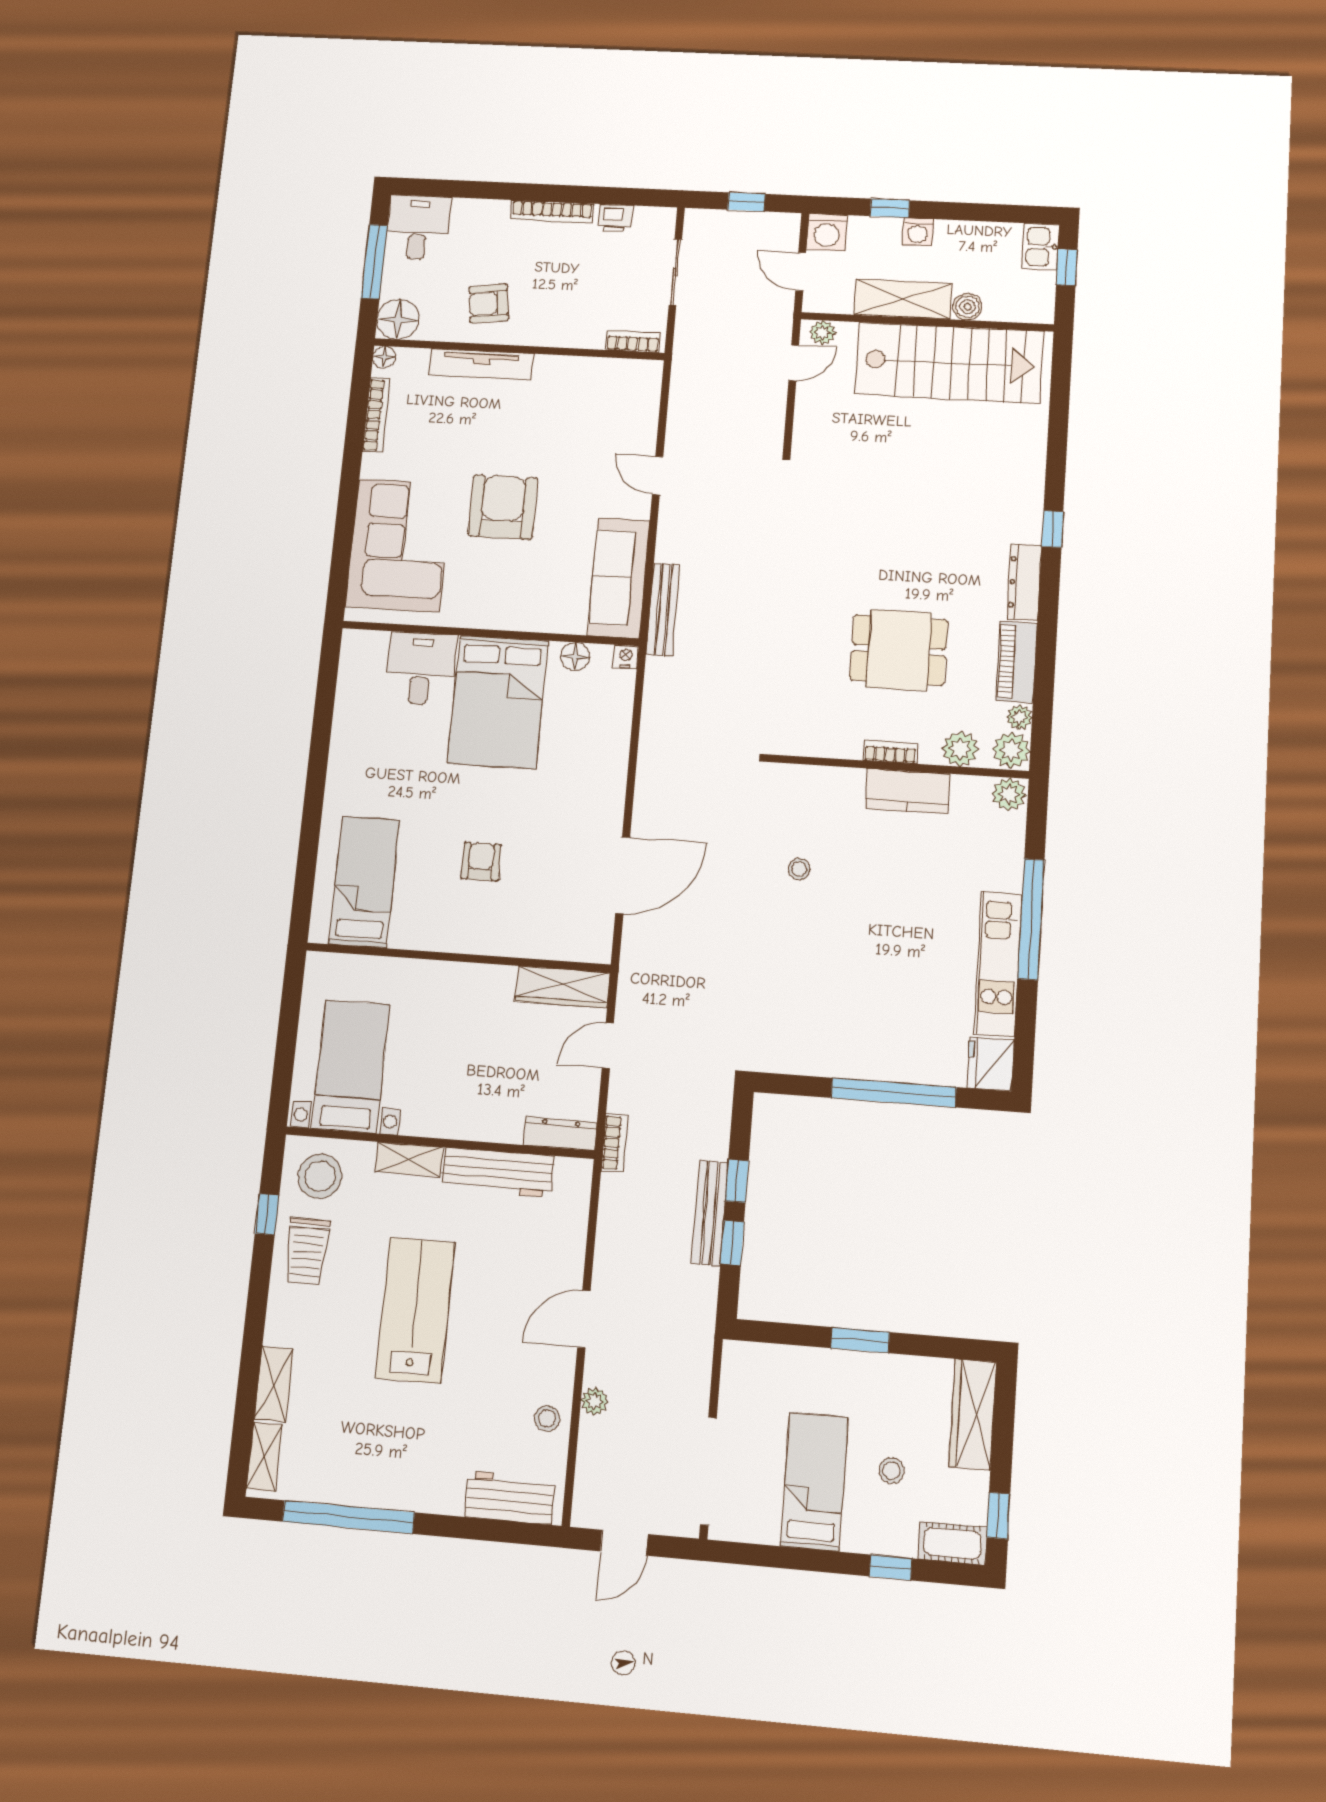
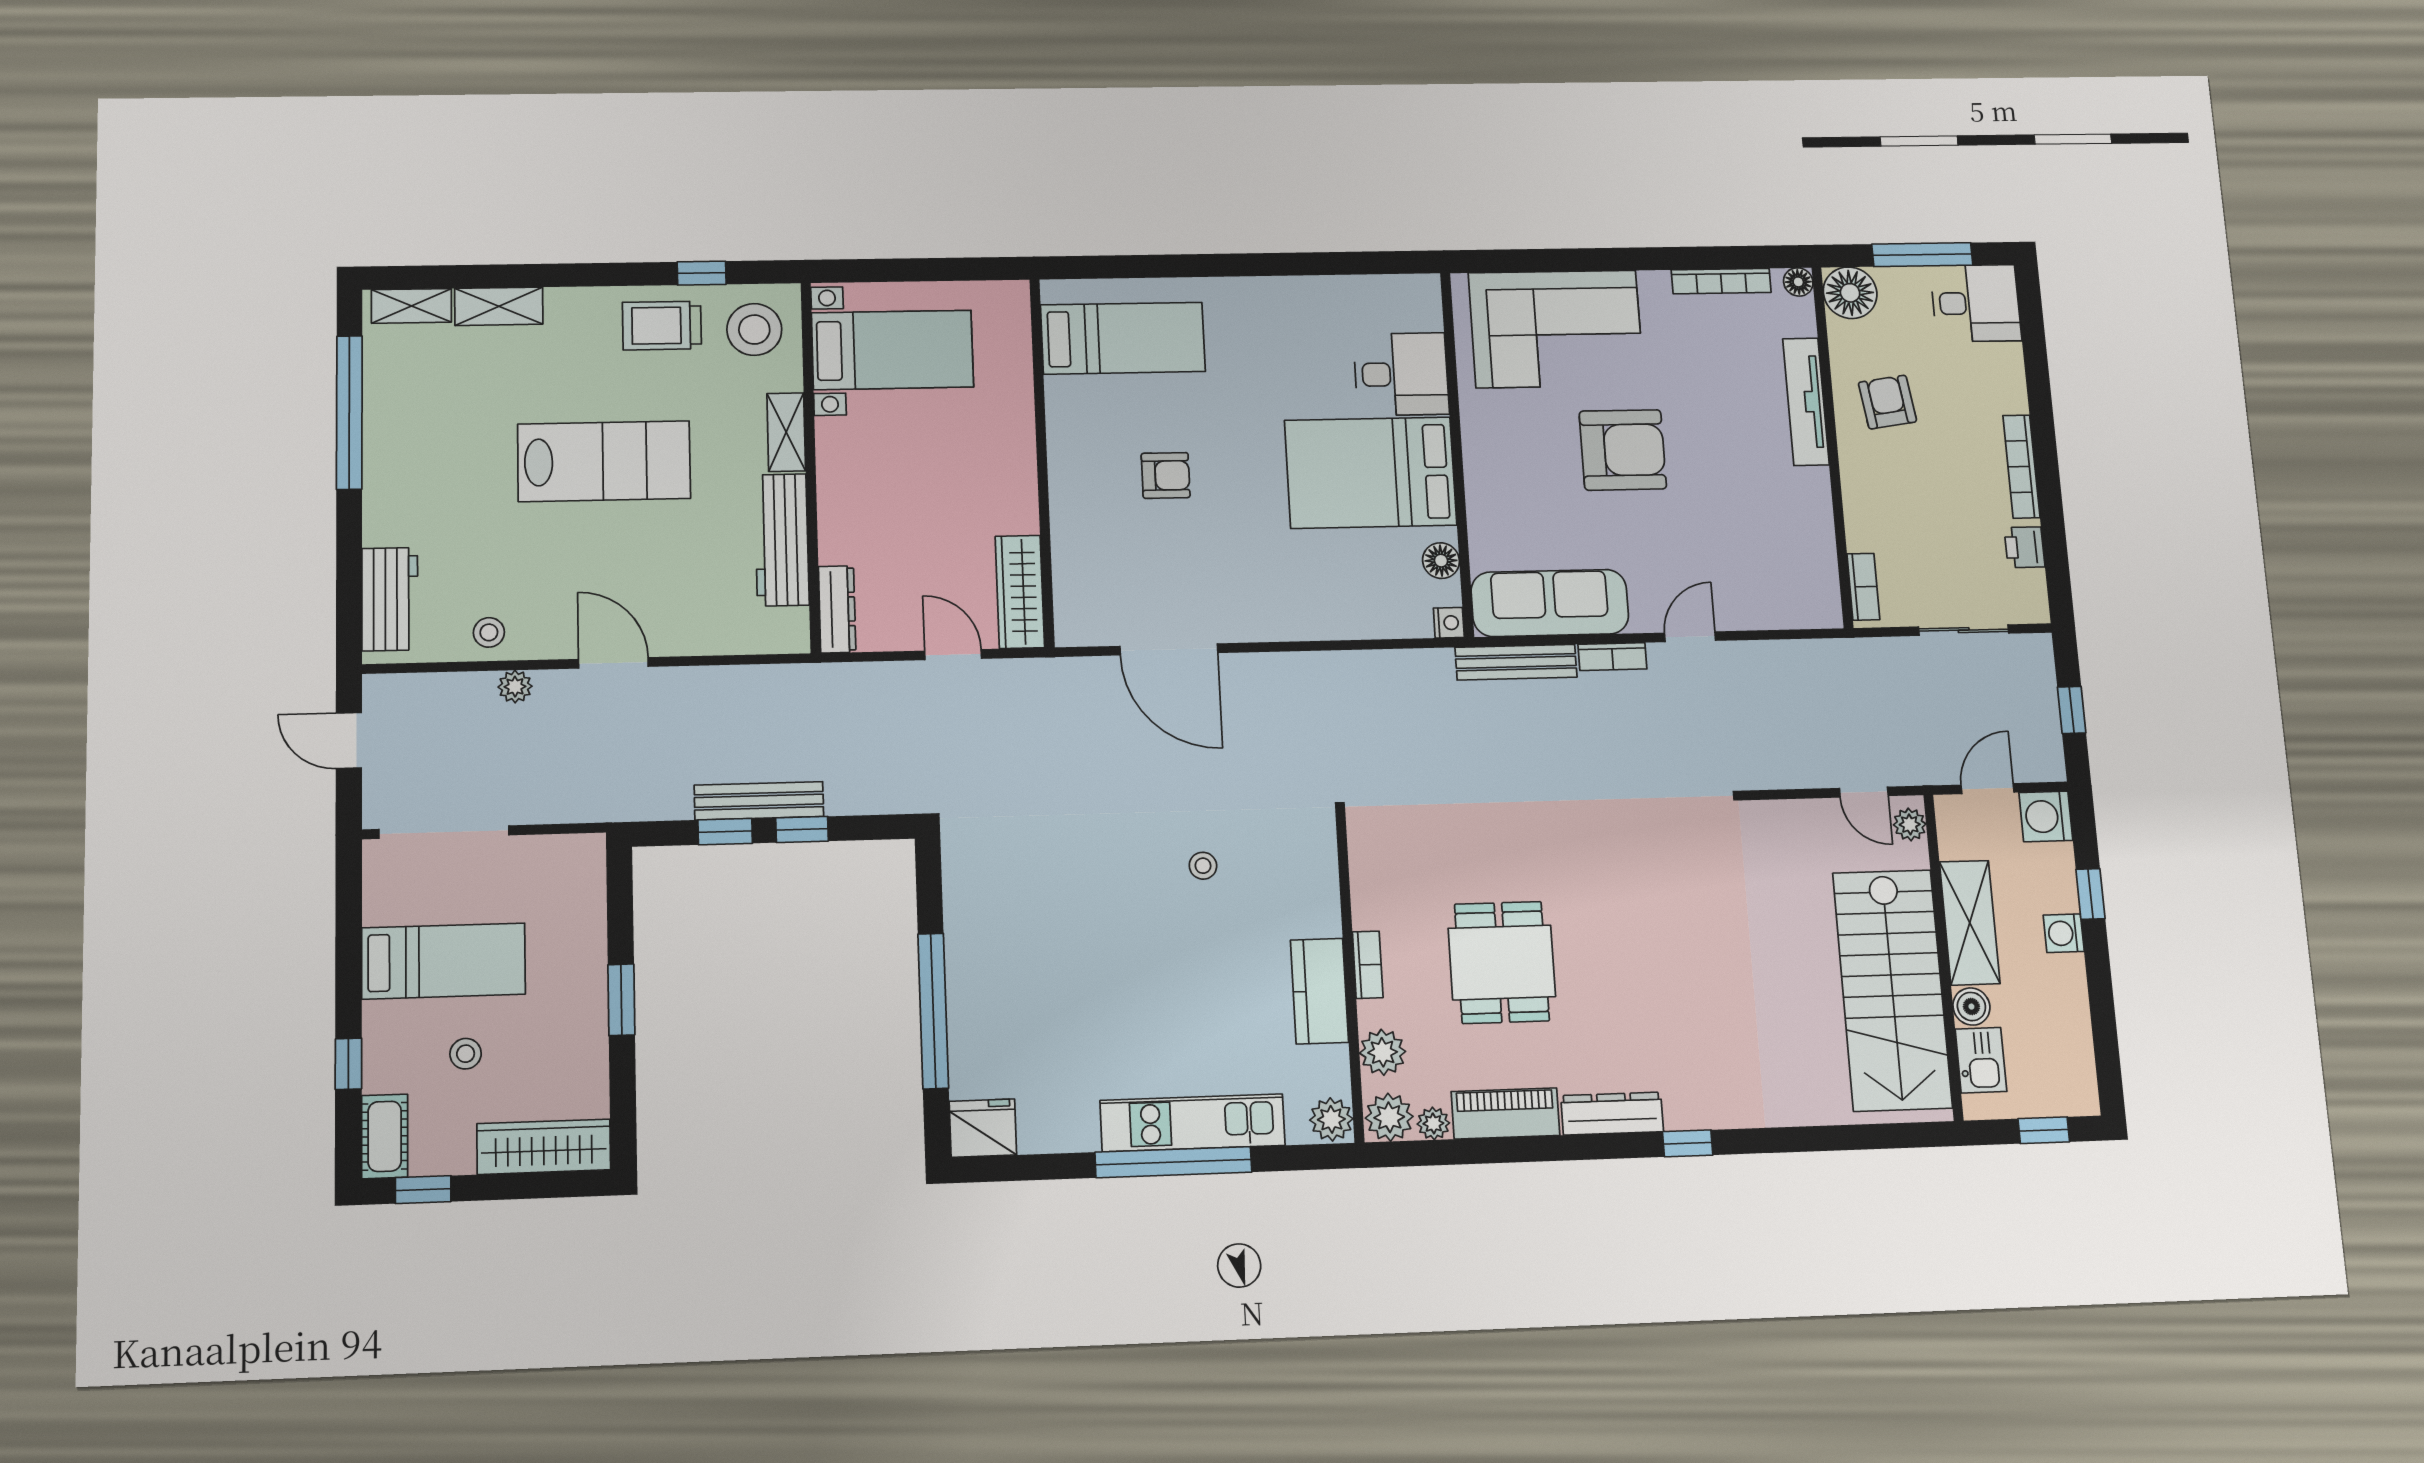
kitchen sink: (1040, 247) -> (1981, 1060), moved, turned 90
kitchen unit: (998, 964) -> (1193, 1123), moved
bookcase: (614, 1143) -> (1612, 657), moved

